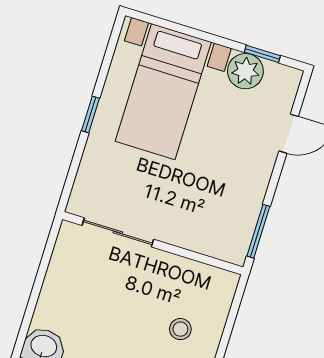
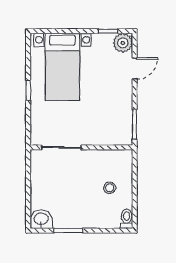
plant: (245, 71) -> (123, 43), moved

